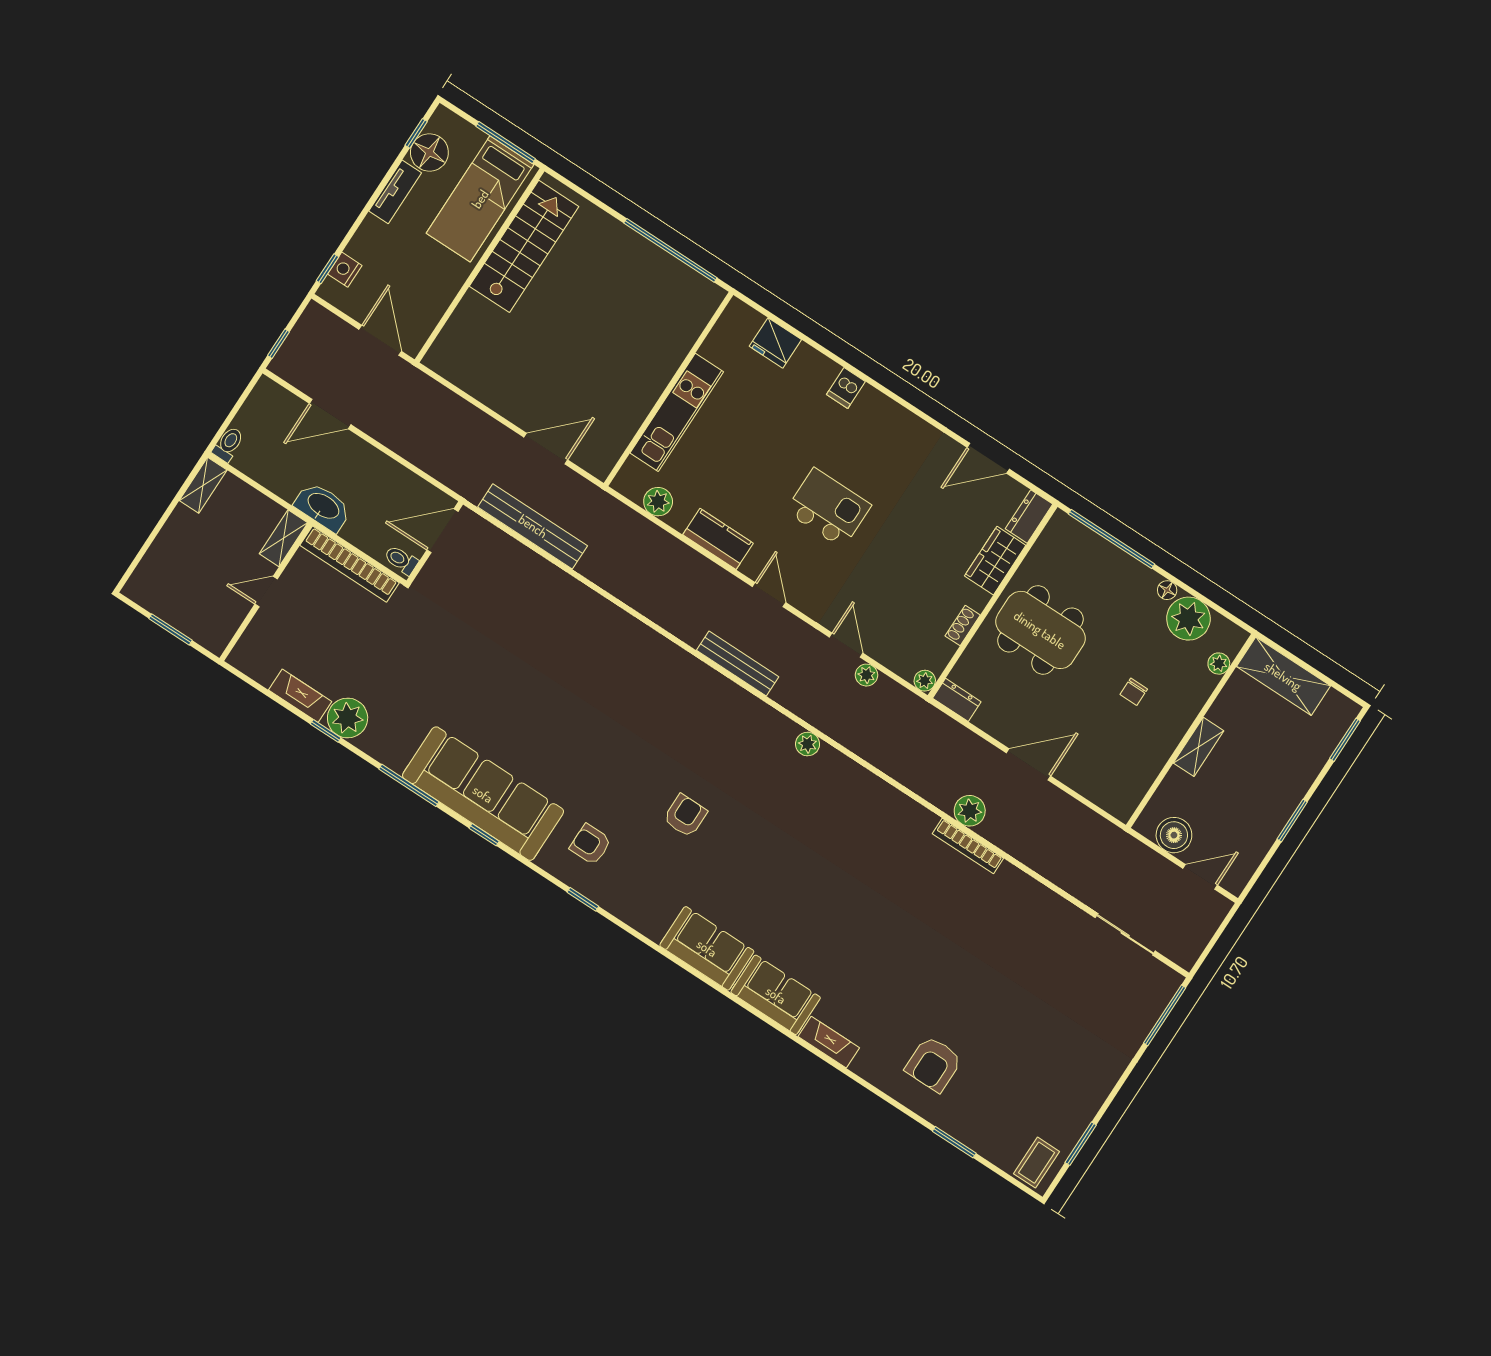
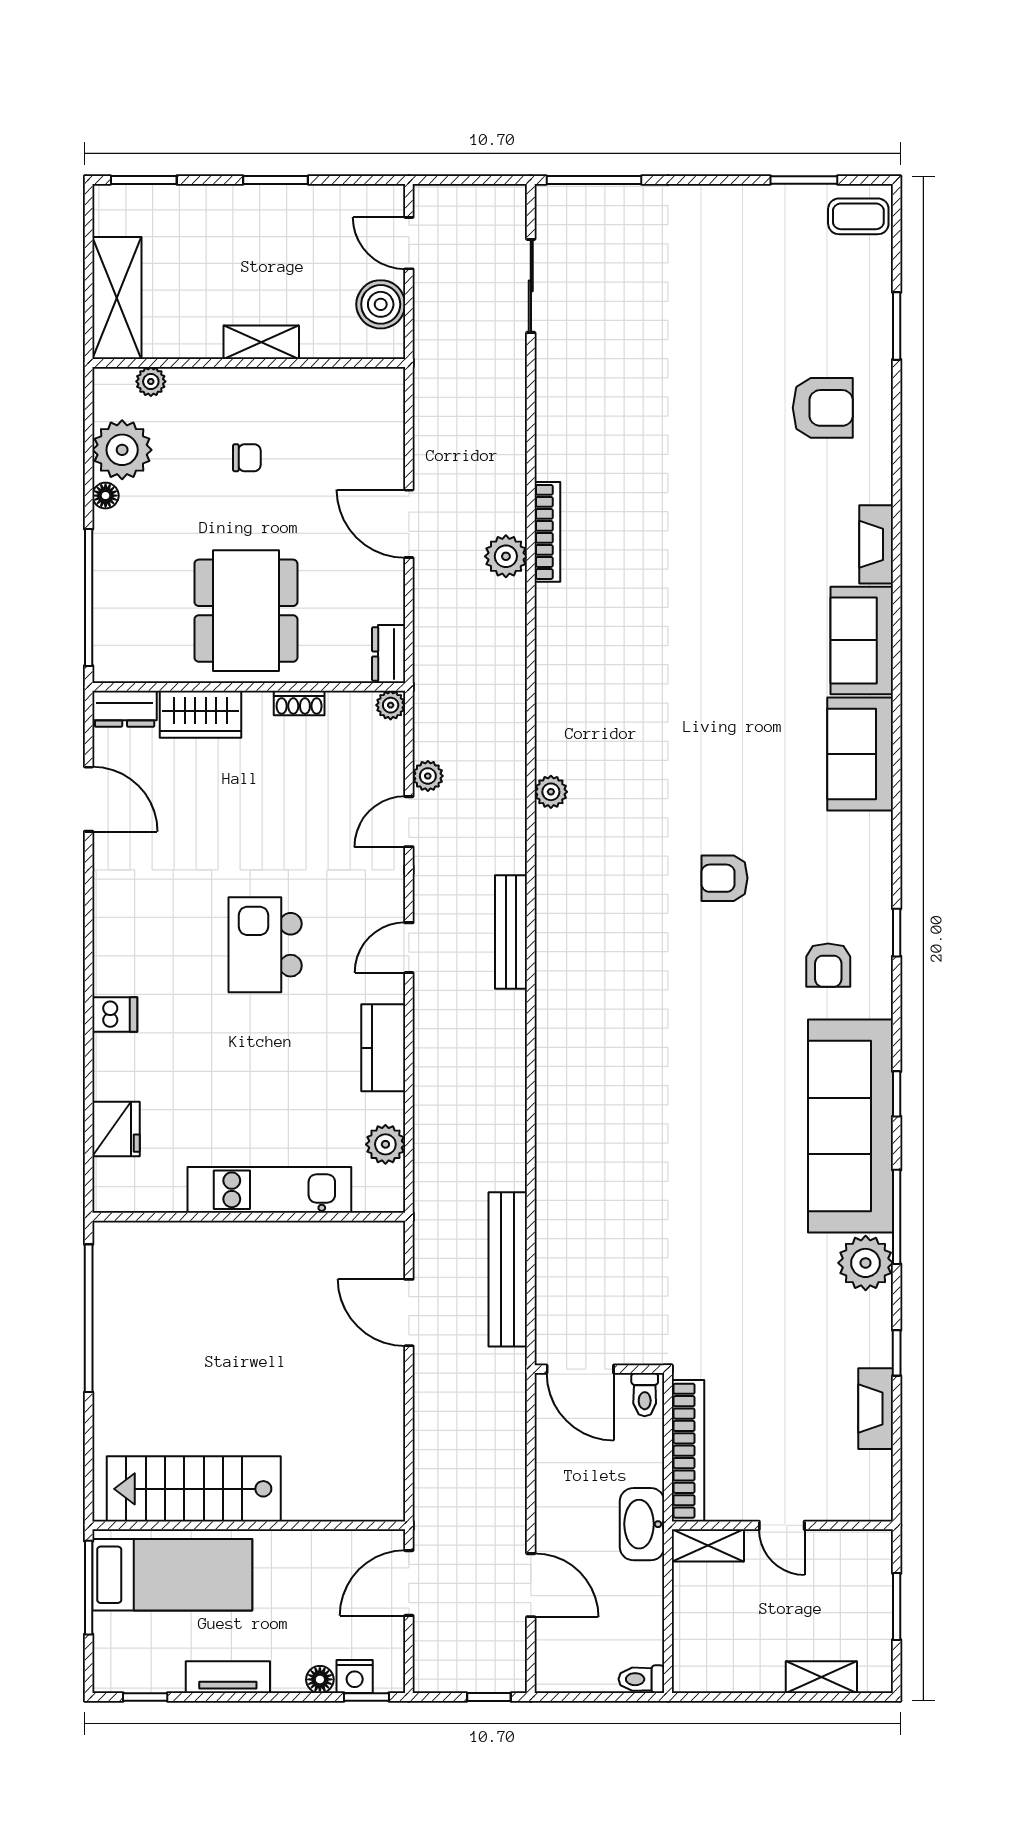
floor lamp: (429, 152) -> (320, 1679), moved, width x0.53, depth x0.53
shelving: (203, 485) -> (821, 1677), moved
plant: (348, 718) -> (866, 1263), moved

